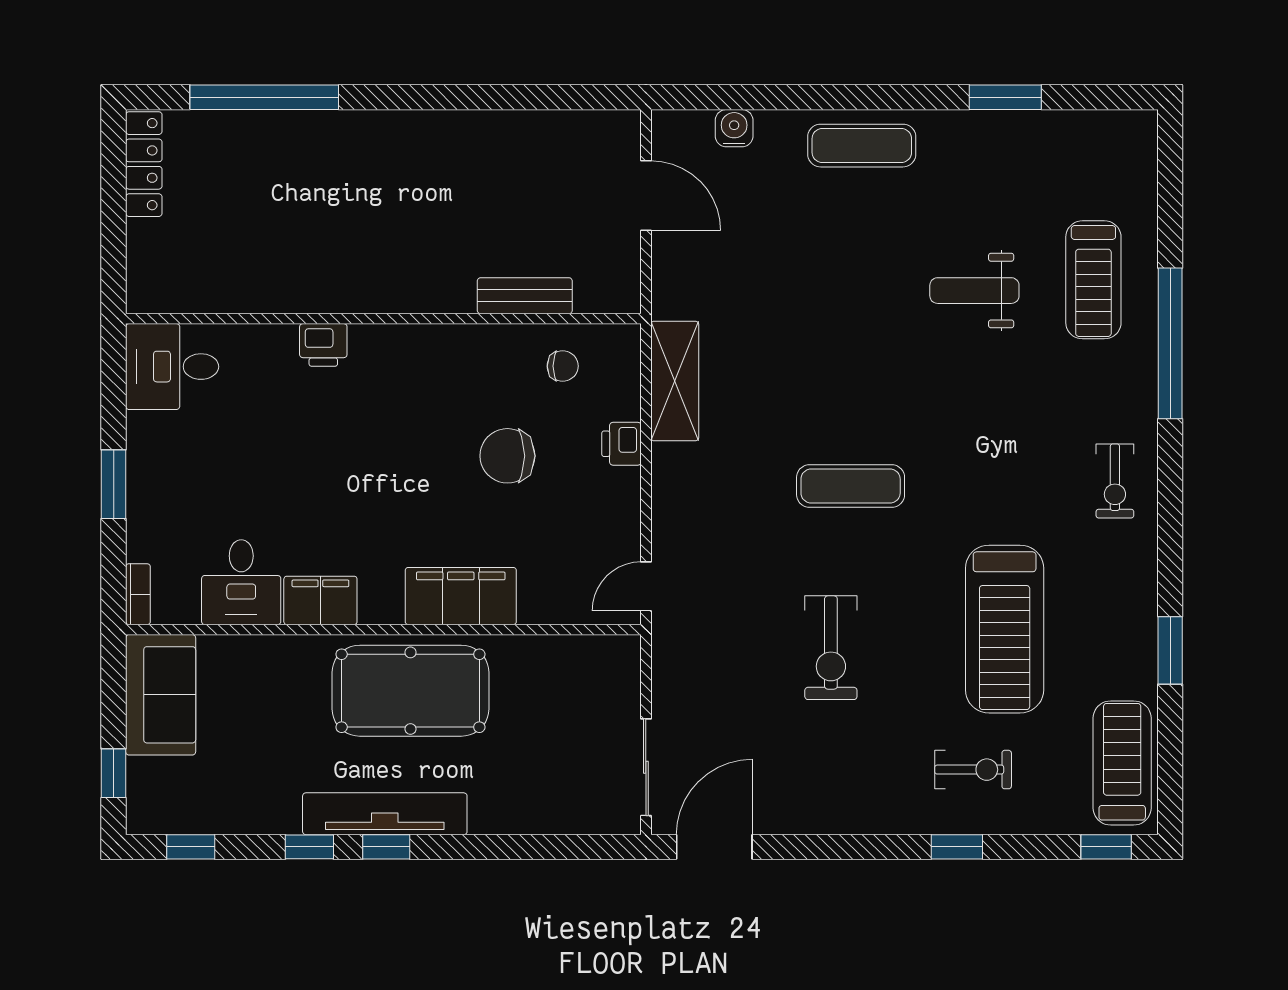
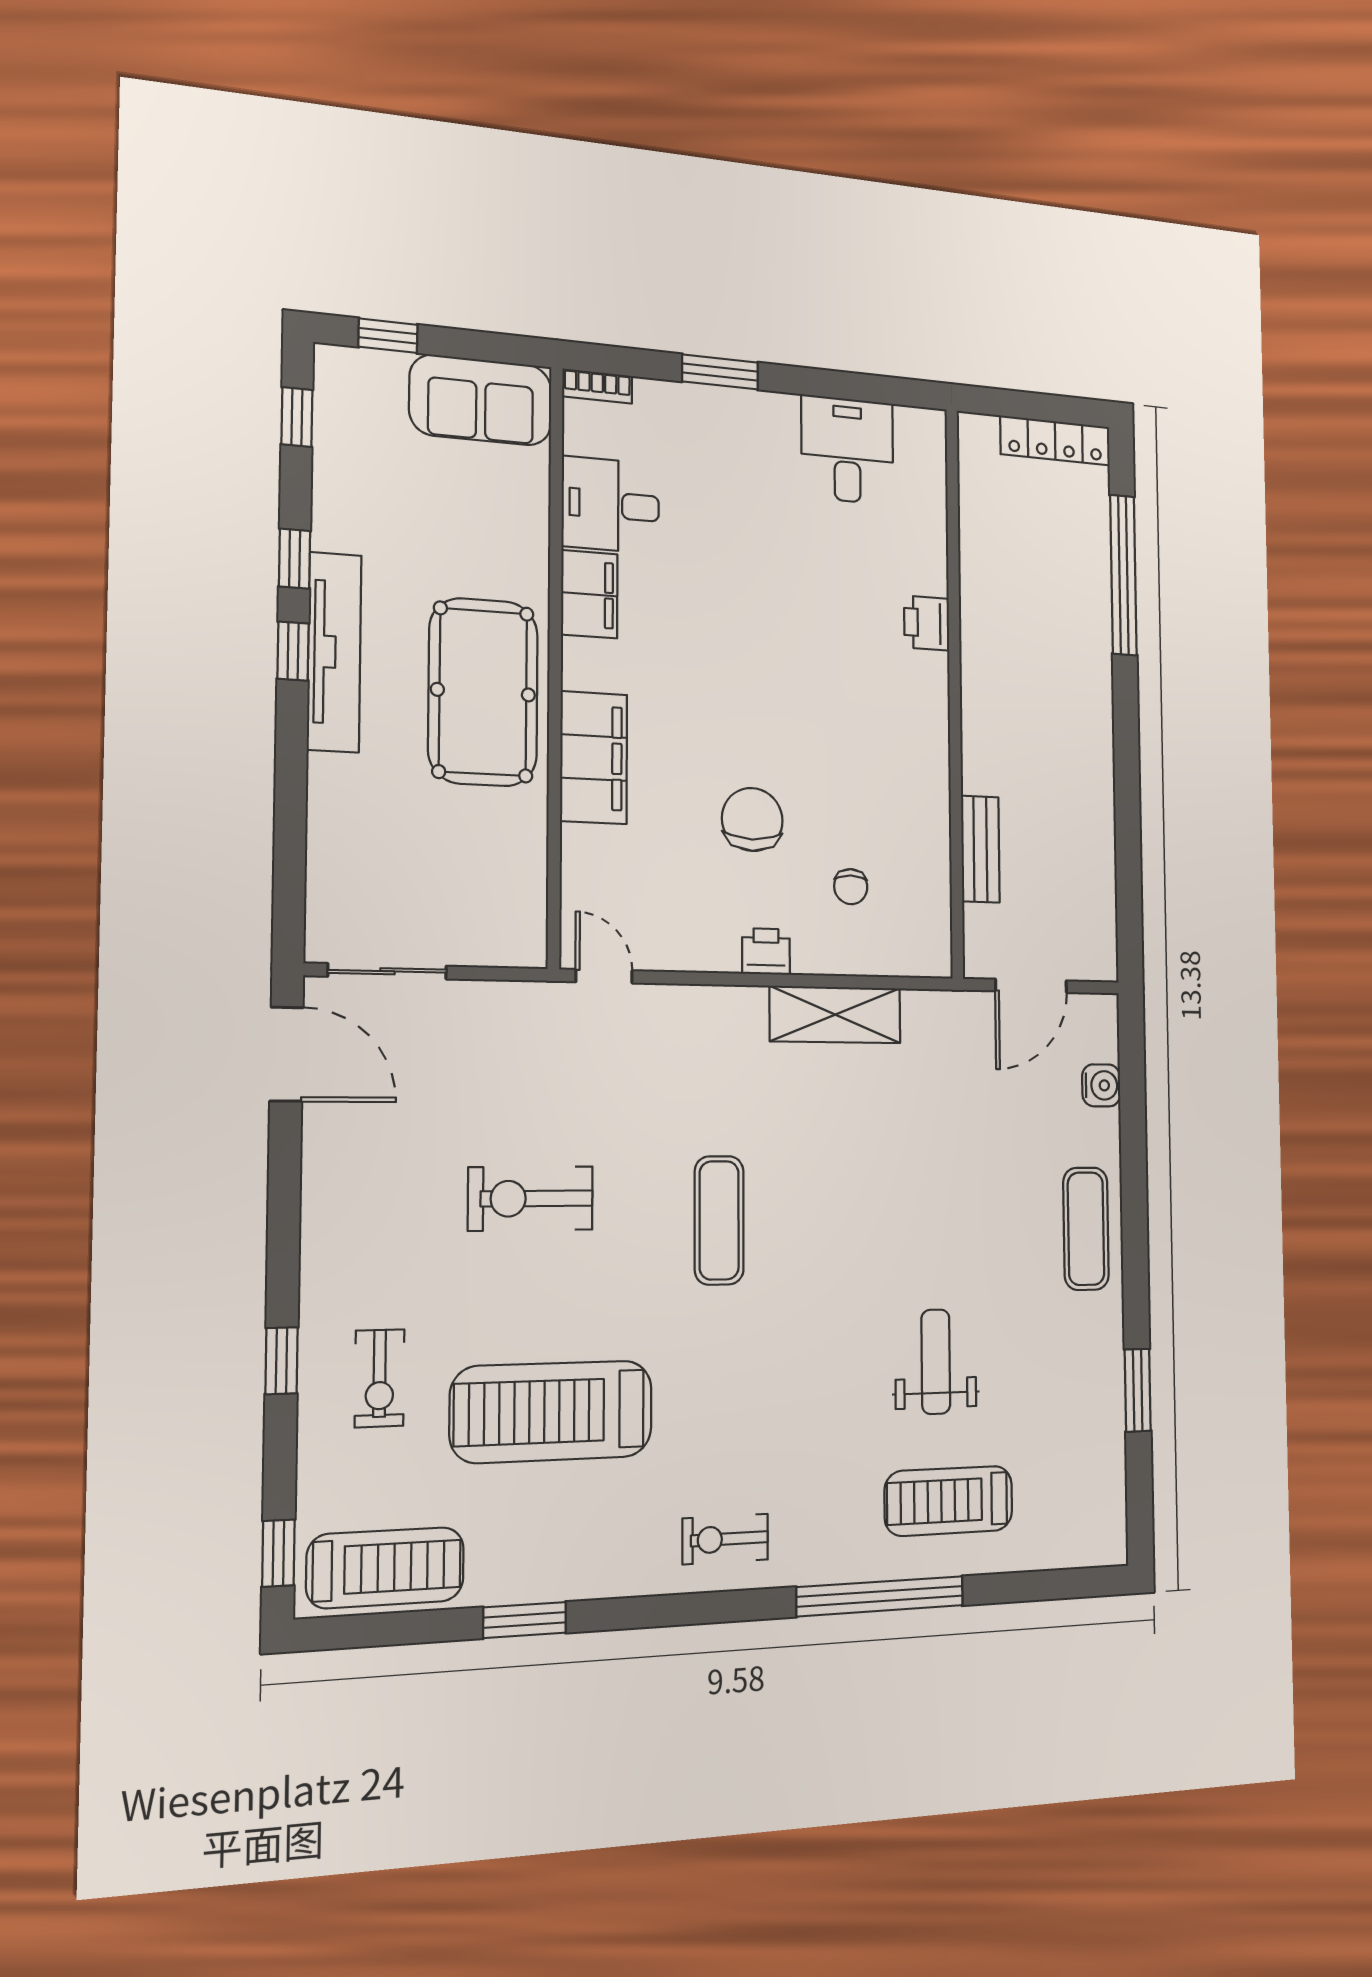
bench: (525, 296) -> (980, 849), moved
wall: (383, 319) -> (955, 691), moved
printer: (323, 345) -> (927, 623), moved

